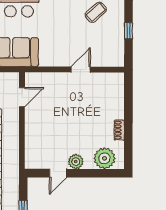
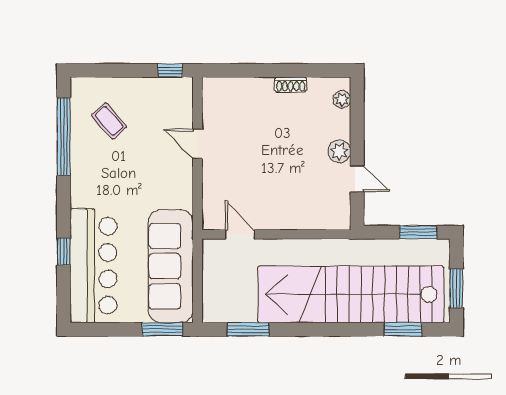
window: (128, 31) -> (170, 70), moved
plant: (104, 158) -> (342, 99), width x0.53, depth x0.53

